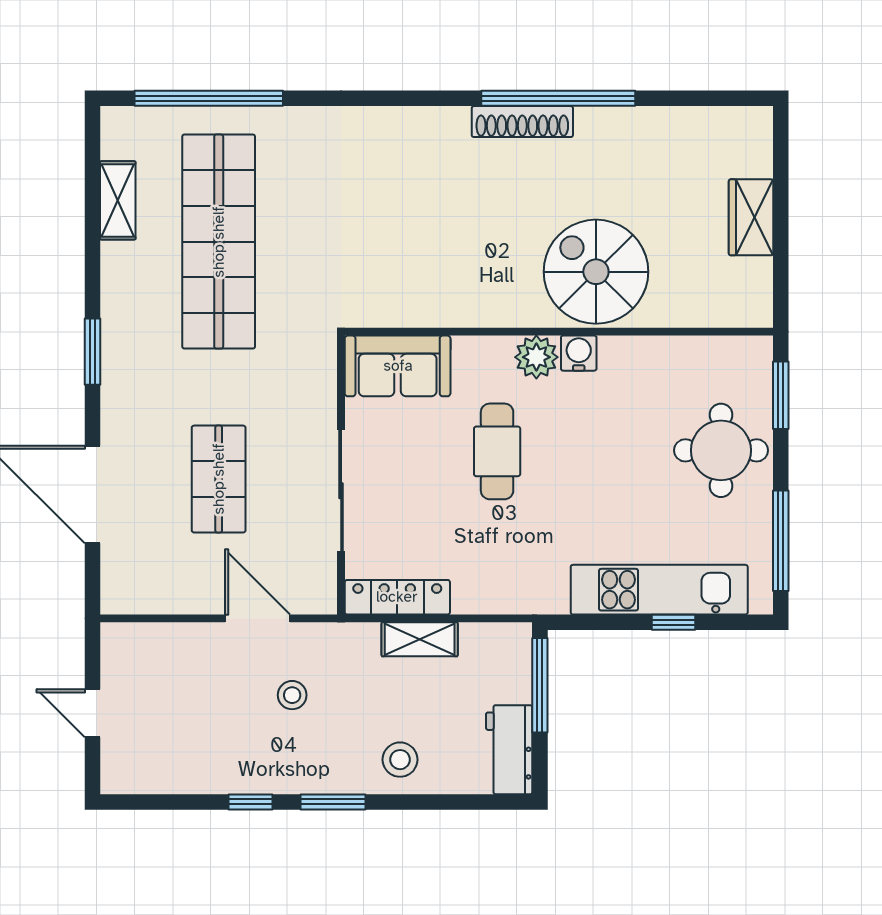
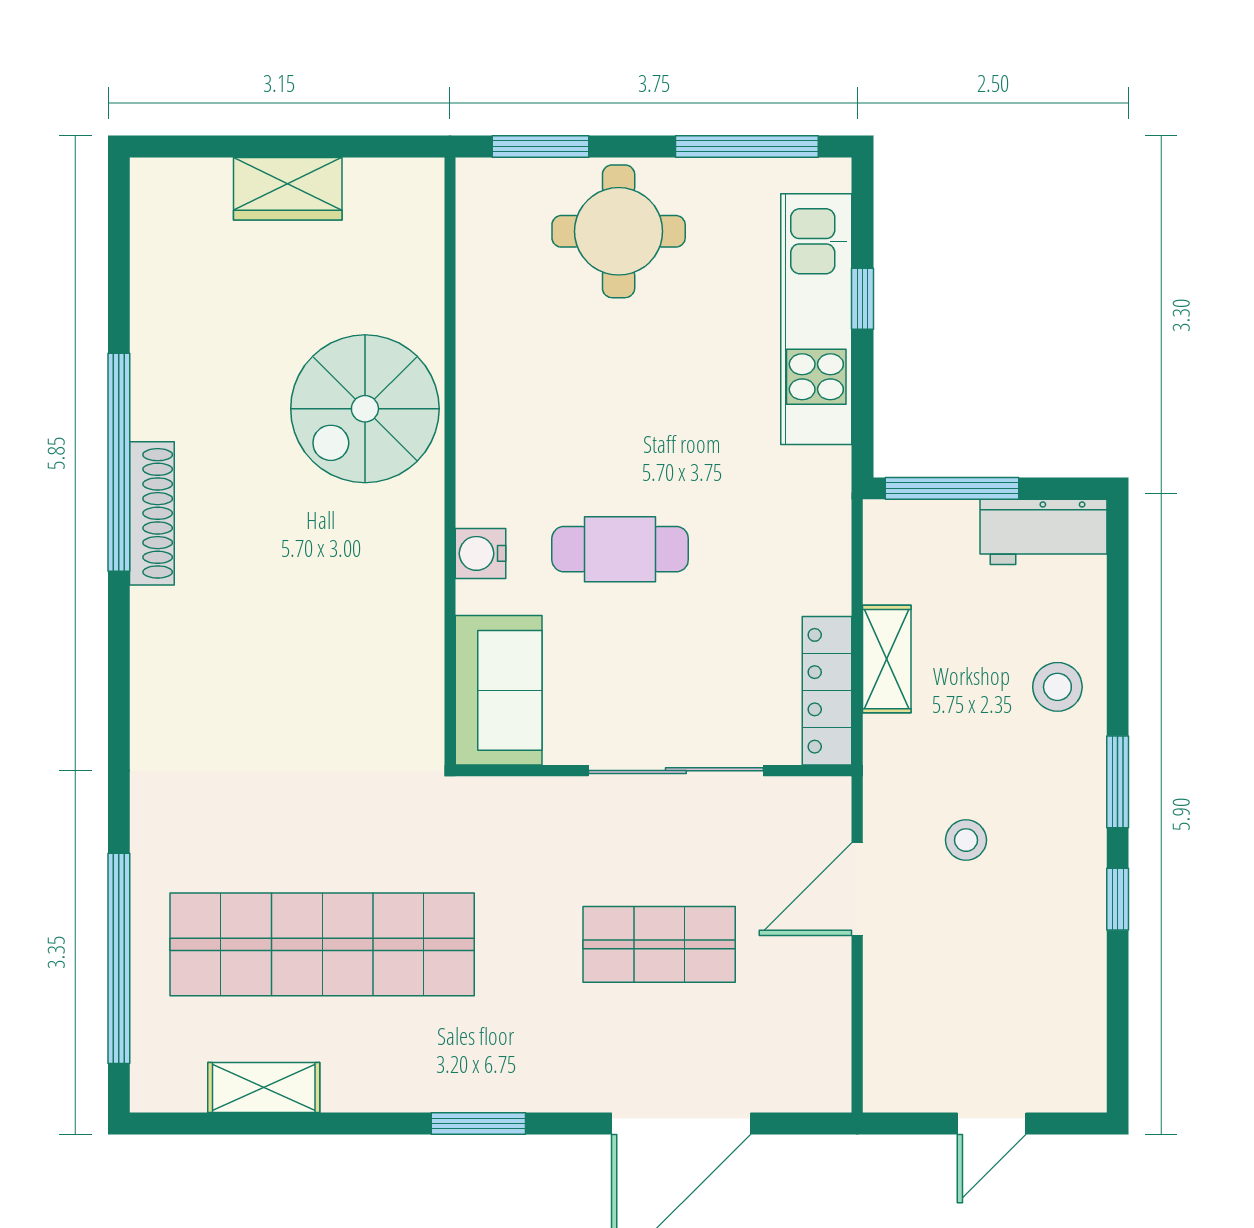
water cooler: (579, 353) -> (480, 553), moved
plant: (536, 357) -> (486, 493), removed

